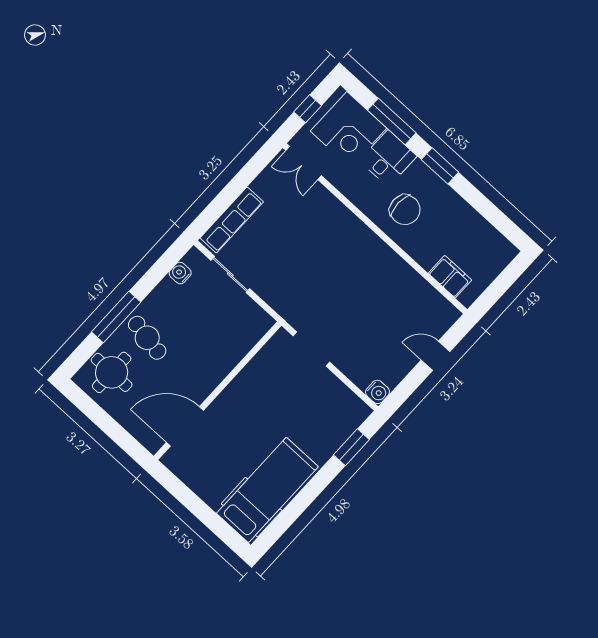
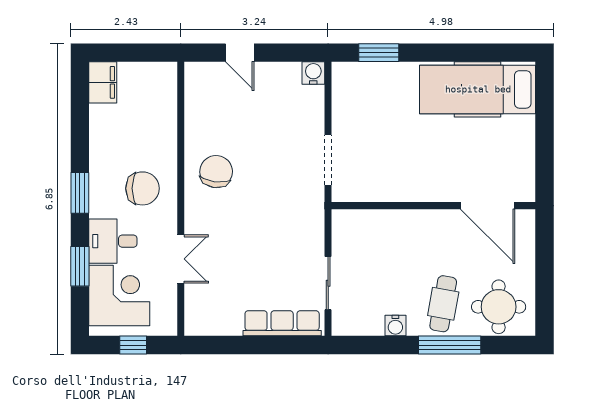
window: (392, 121) -> (80, 266), width x0.69
double door: (304, 163) -> (181, 259), moved
chair: (405, 210) -> (142, 188), turned 90
chair: (371, 268) -> (216, 172), added
water cooler: (180, 273) -> (395, 326), moved
filing cabinet: (450, 277) -> (103, 82), moved, turned 180

